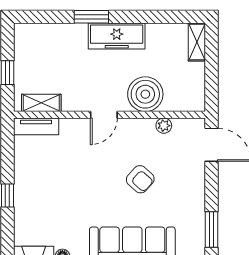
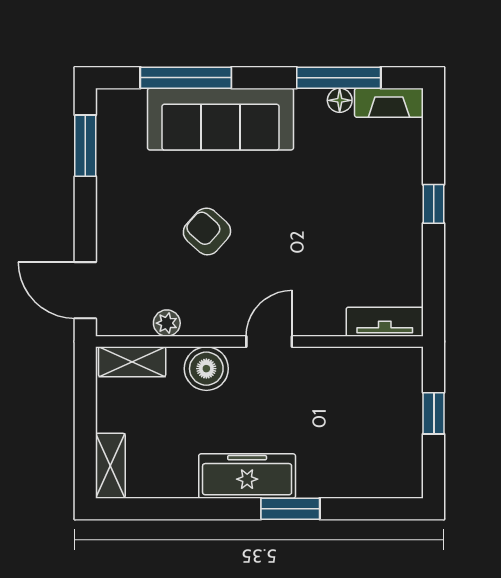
boiler: (145, 94) -> (206, 369), width x0.73, depth x0.73
shelving: (41, 103) -> (132, 362), moved

